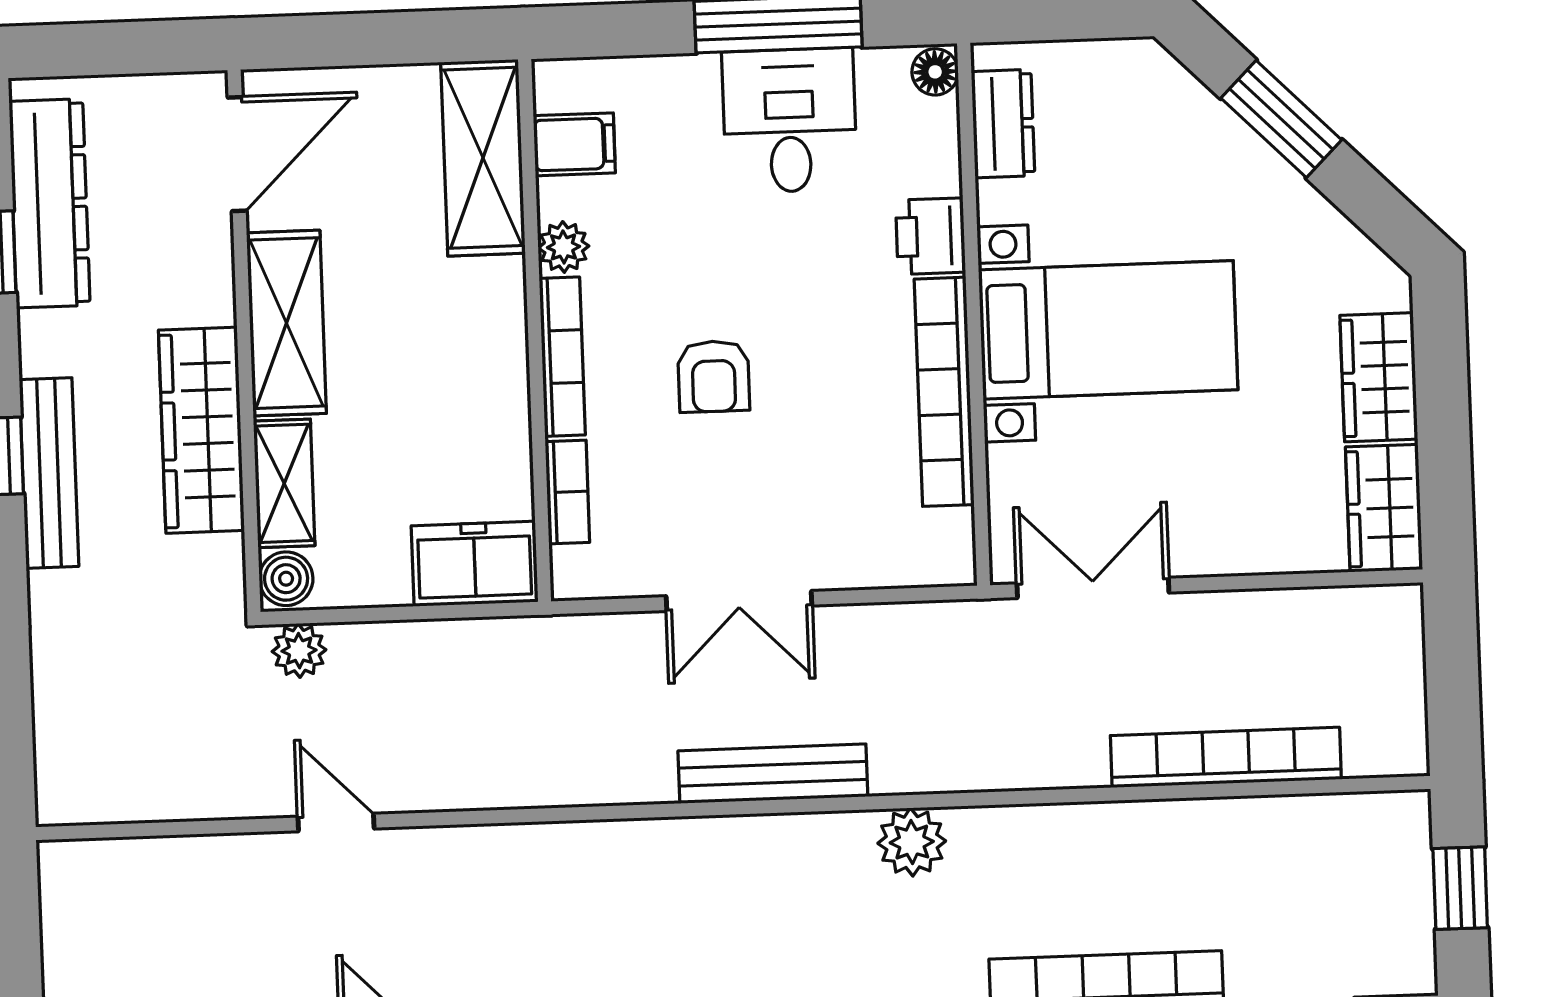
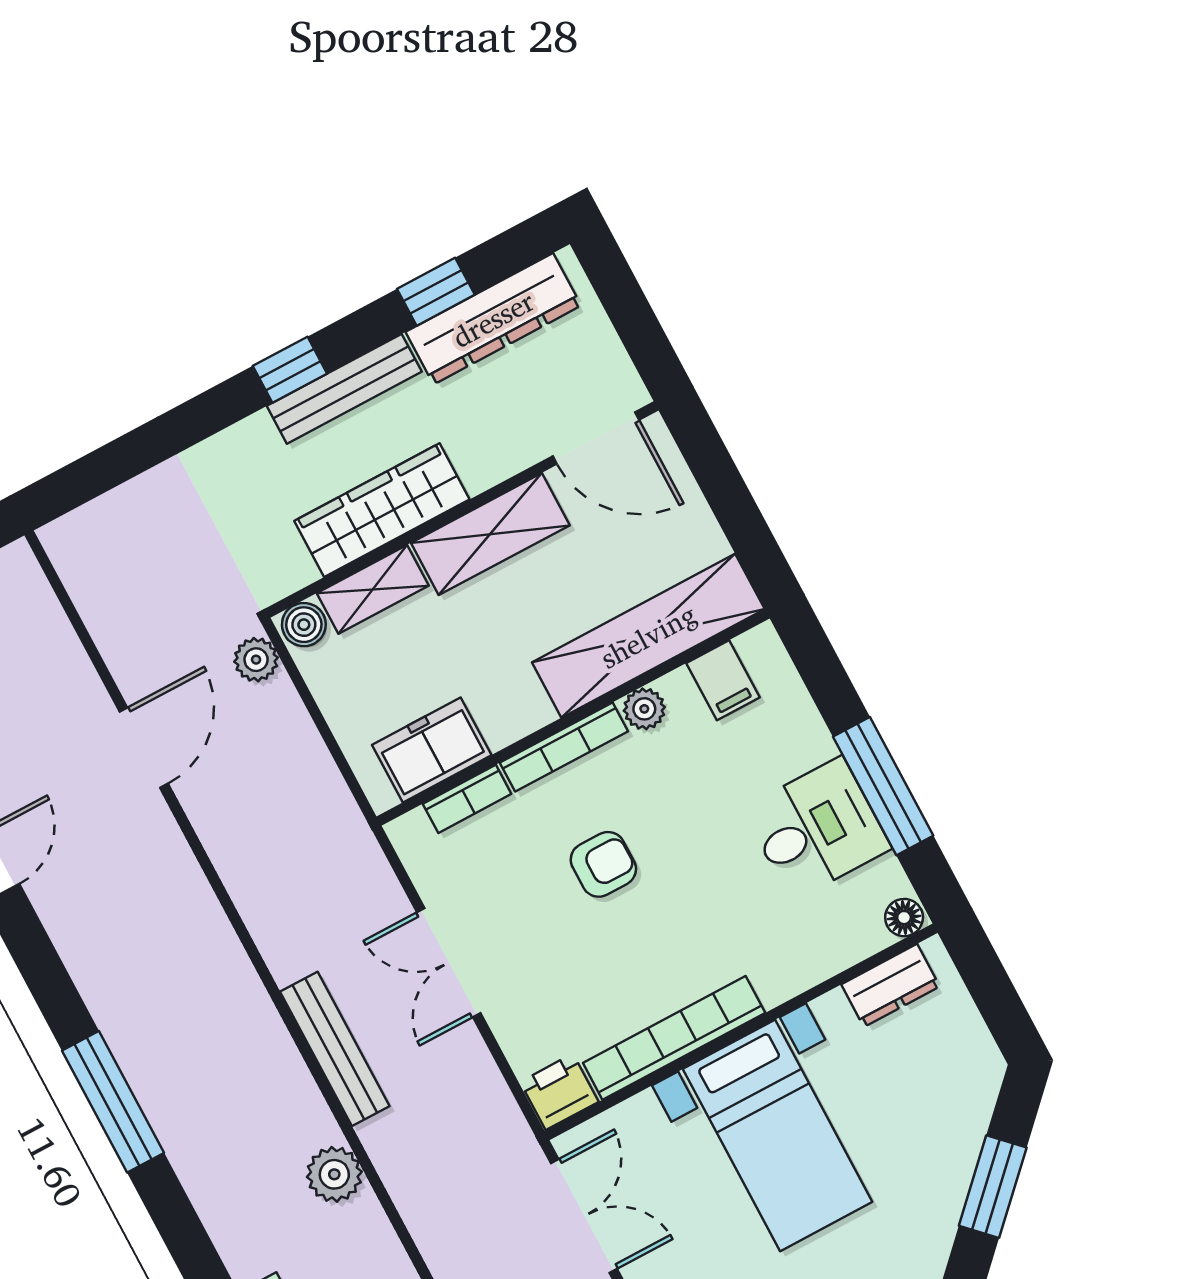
shelving: (483, 158) -> (648, 636), width x1.47
printer: (930, 236) -> (559, 1092), moved
armchair: (714, 376) -> (603, 864), turned 180
bench: (49, 473) -> (344, 389), moved
freezer: (475, 564) -> (432, 750), moved, turned -90
door: (336, 823) -> (144, 748), width x1.38

